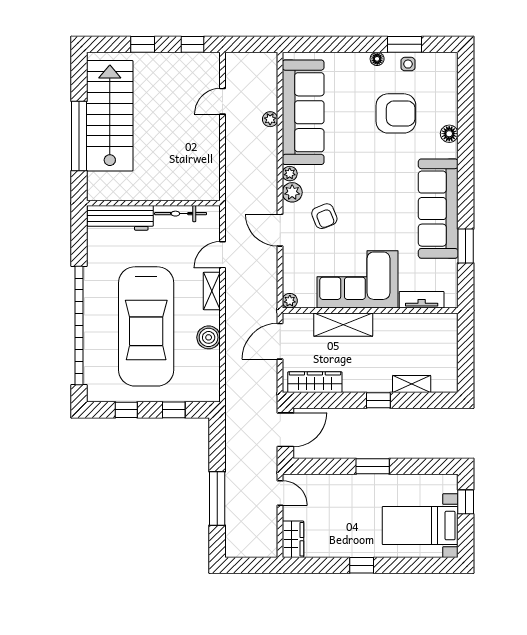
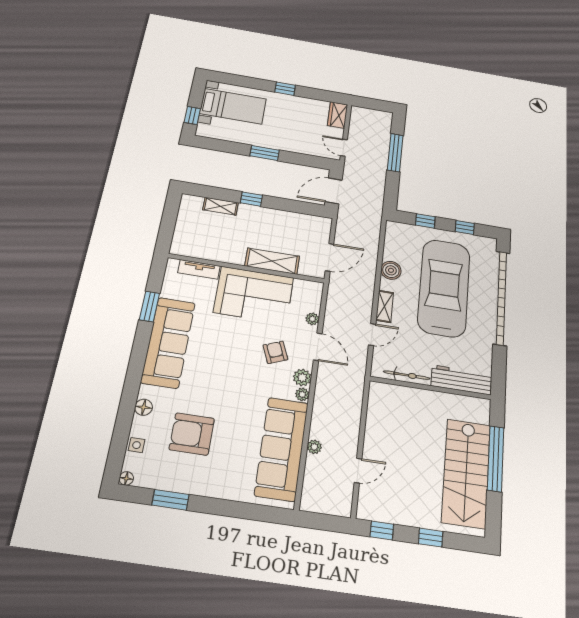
floor lamp: (377, 59) -> (126, 478), moved
side table: (408, 64) -> (137, 445), moved
plant: (290, 301) -> (312, 319), moved
wardrobe: (315, 382) -> (304, 221), removed

